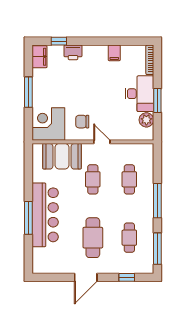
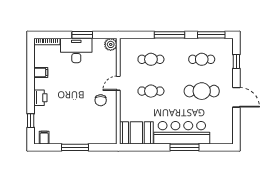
printer: (73, 52) -> (40, 98), moved
filing cabinet: (39, 57) -> (44, 138), width x0.50
plant: (146, 120) -> (111, 44), moved
corner desk: (48, 124) -> (103, 130), removed
booth: (62, 156) -> (136, 133), moved, turned 90

